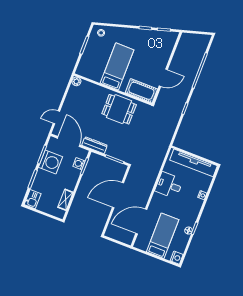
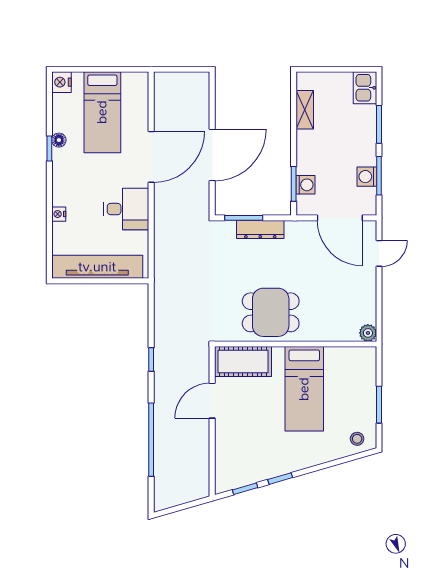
dresser: (95, 145) -> (260, 229), moved
washing machine: (51, 162) -> (367, 177), width x0.53, depth x0.53
door: (141, 221) -> (151, 157), moved

